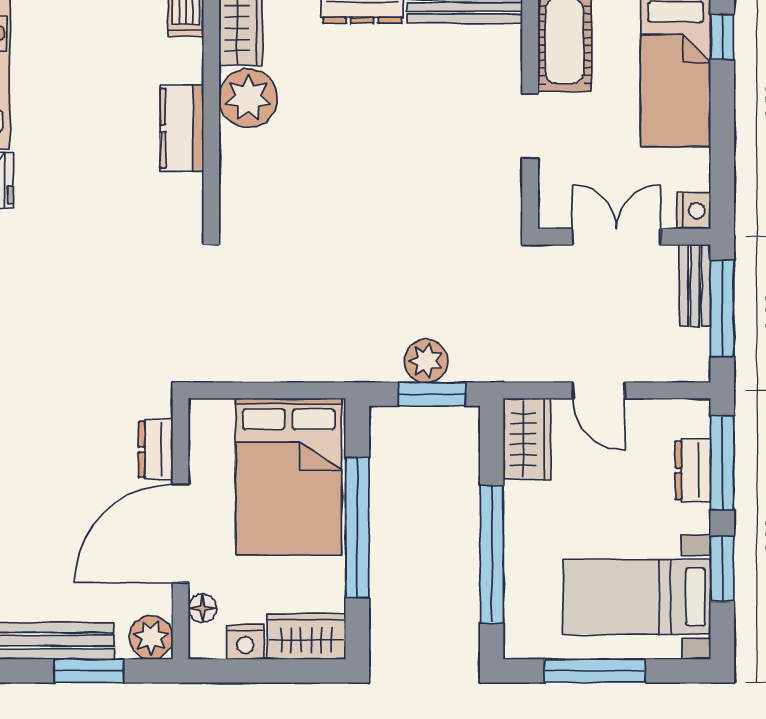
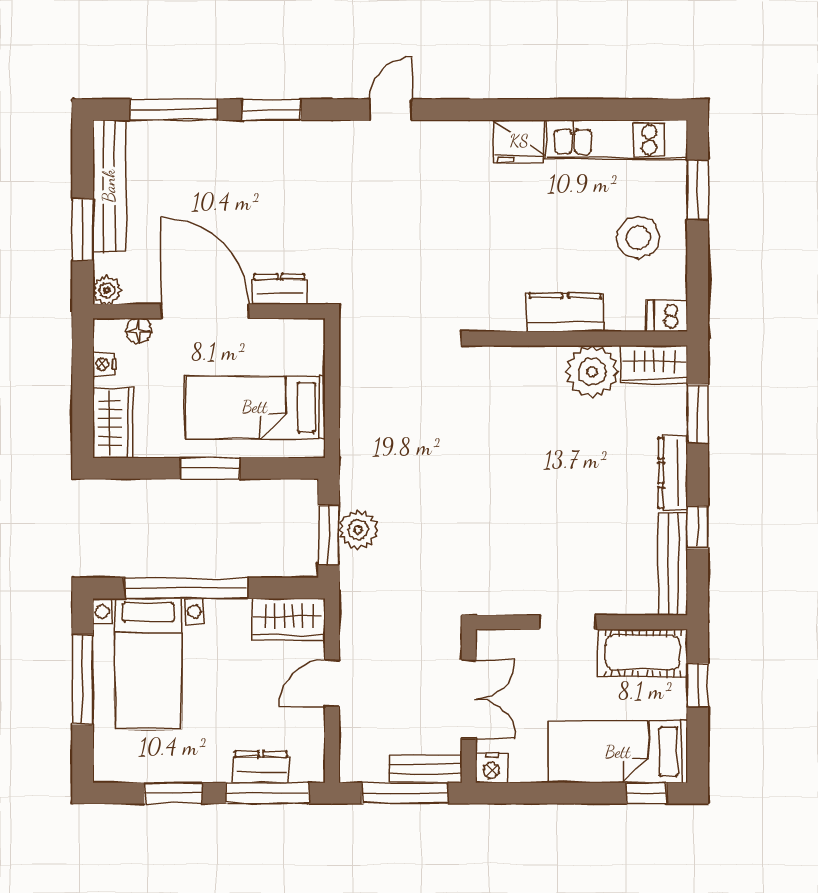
stool: (98, 46) -> (638, 237), added
bed: (289, 477) -> (255, 407), width x0.67
window: (357, 528) -> (210, 468), width x0.47
bed with nightstands: (637, 597) -> (148, 664), moved, turned 180
plant: (151, 637) -> (107, 290), width x0.73, depth x0.73
nightstand: (245, 642) -> (104, 364), width x0.72, depth x0.74

